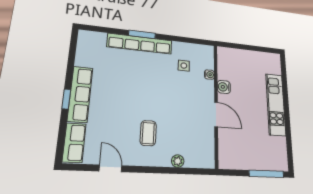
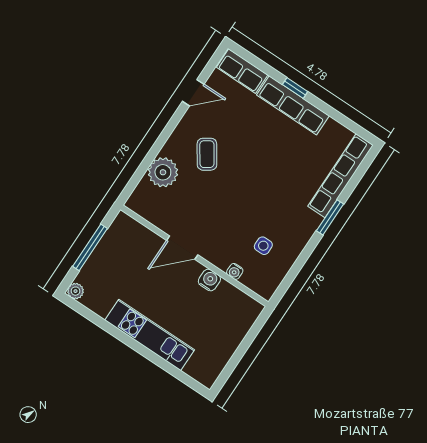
row of seats: (140, 44) -> (340, 176), moved
coffee table: (148, 133) -> (207, 154), turned 56
plant: (178, 161) -> (163, 172), width x1.88, depth x1.88
plant: (283, 165) -> (75, 291), added
window: (267, 174) -> (90, 247), moved

